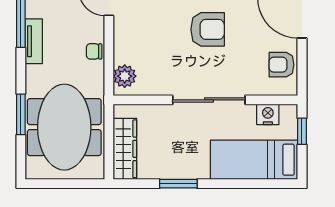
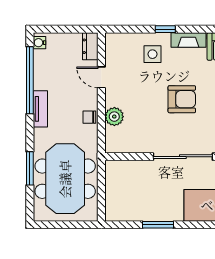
plant: (125, 76) -> (114, 117), moved
wardrobe: (125, 149) -> (115, 196), removed

